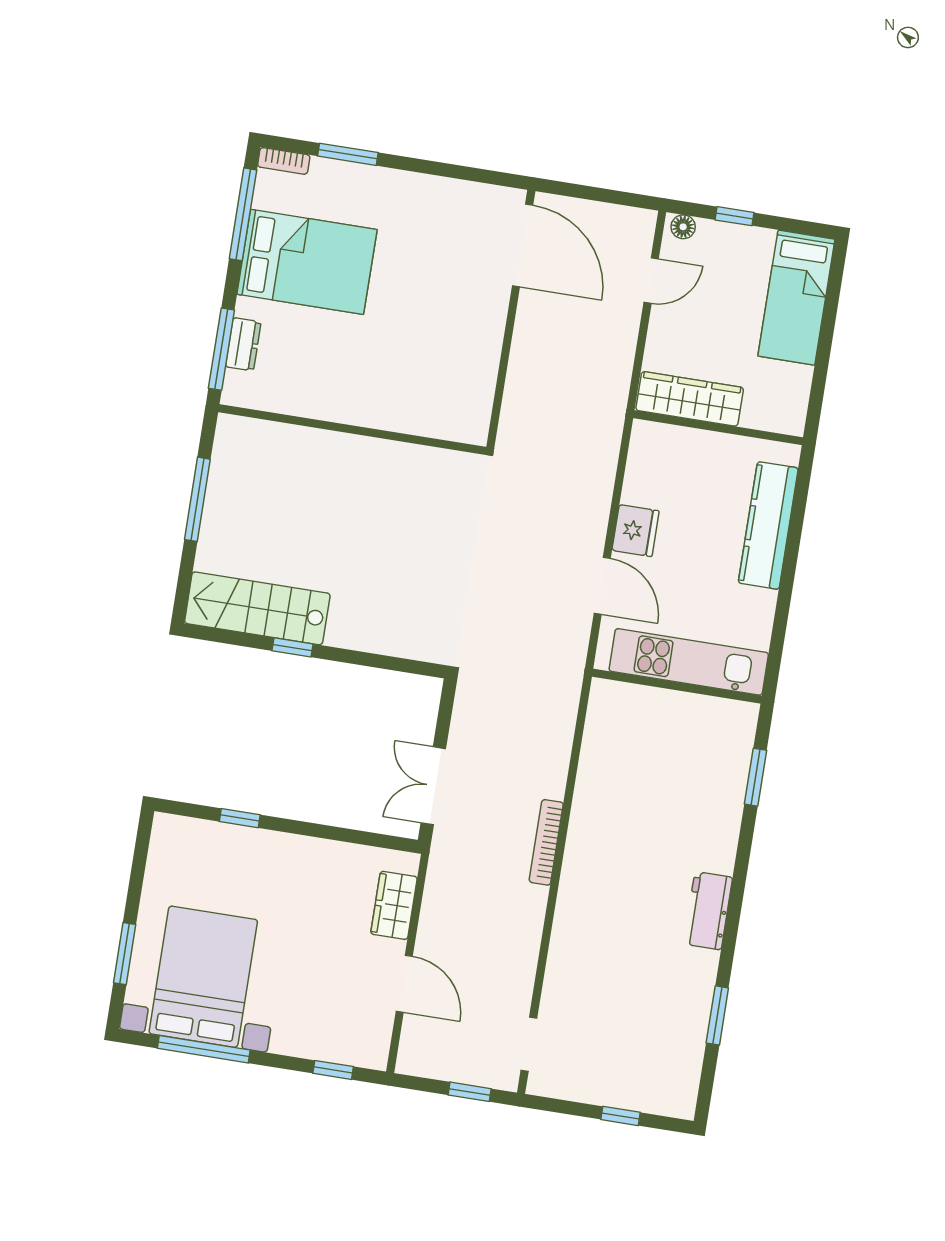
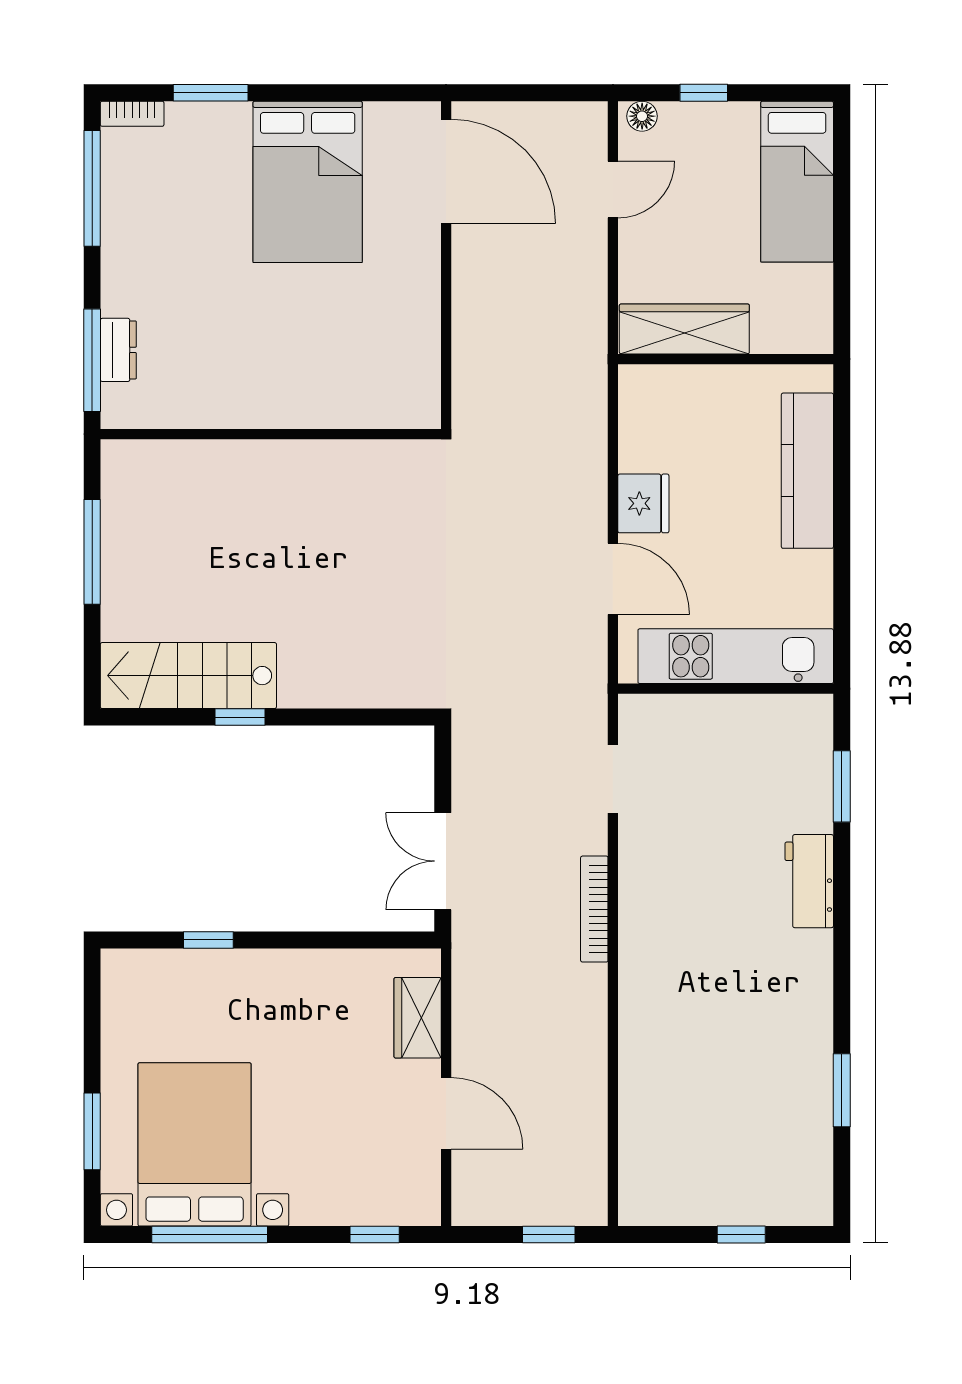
bed: (307, 262) -> (308, 182), moved, turned 90
workbench: (708, 911) -> (809, 881), moved
doorway: (529, 1044) -> (613, 779), moved

